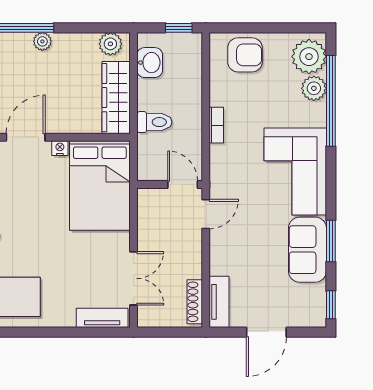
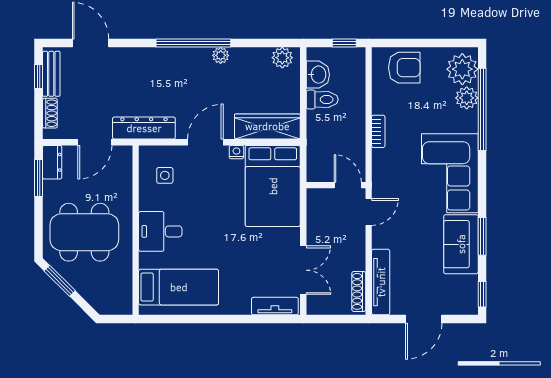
wardrobe: (116, 98) -> (267, 126), moved, turned 90
toilet: (154, 122) -> (322, 99), moved
tv unit: (219, 302) -> (381, 282), width x1.41

